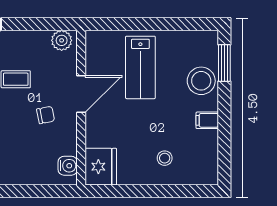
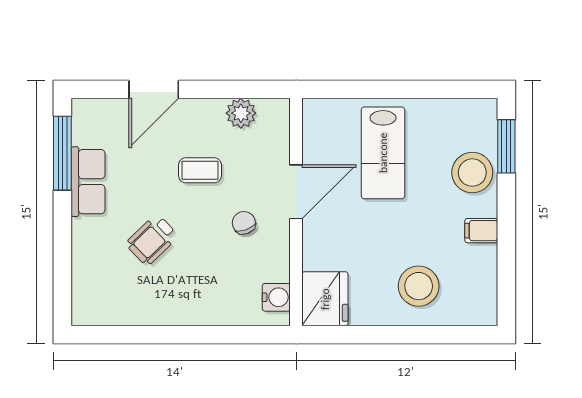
plant: (62, 40) -> (241, 113), moved
chair: (46, 115) -> (244, 223), turned -99
stool: (165, 158) -> (419, 286), width x1.89, depth x1.89

